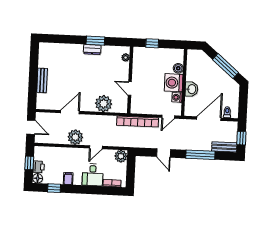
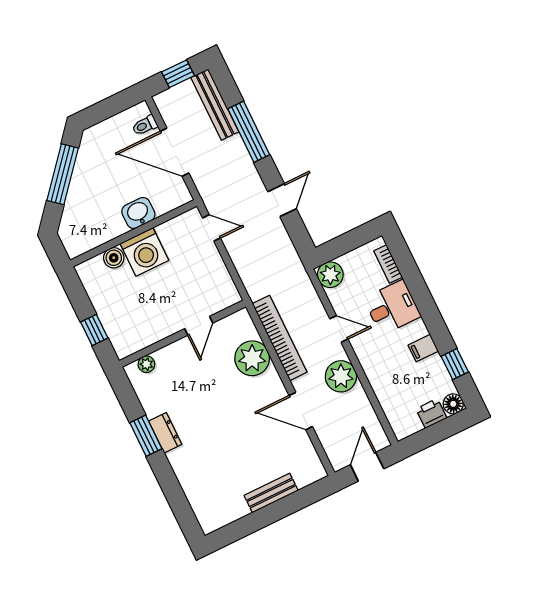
washing machine: (177, 97) -> (168, 231), removed
bookcase: (138, 122) -> (280, 338), moved
bench: (224, 147) -> (215, 105), width x1.36
window: (29, 163) -> (434, 434), removed

